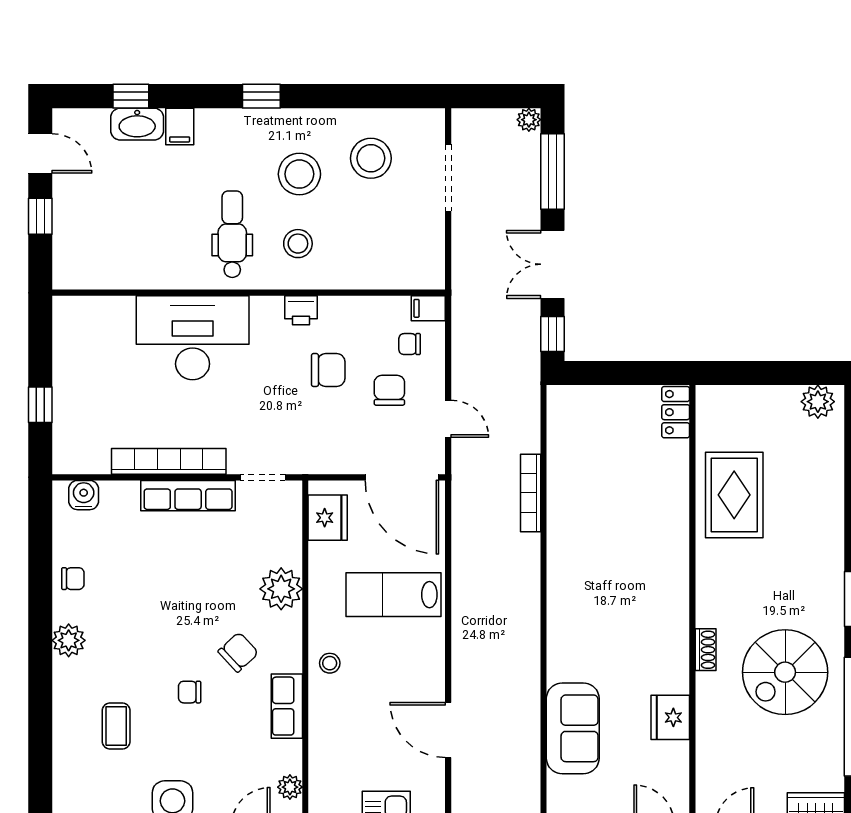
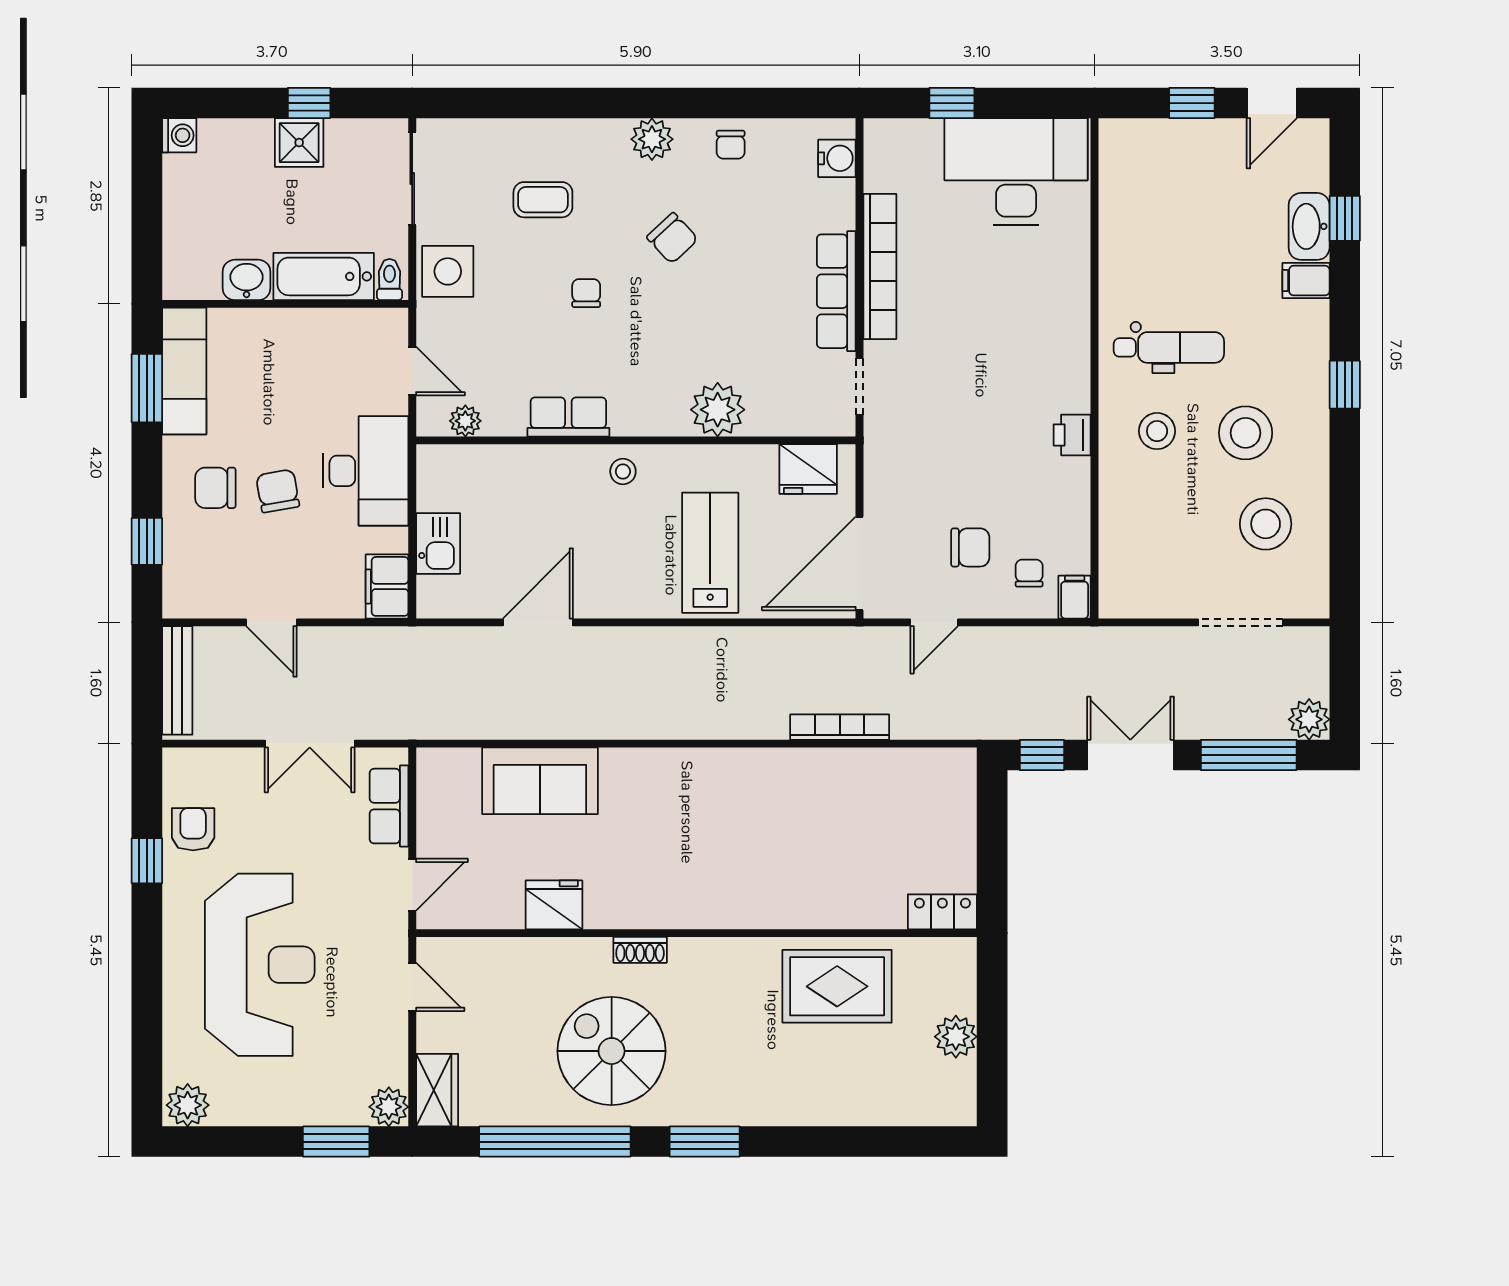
plant: (529, 120) -> (1309, 719), width x1.38, depth x1.38
desk: (193, 338) -> (1016, 172), moved, turned -90
chair: (328, 370) -> (996, 470), removed
plant: (818, 402) -> (956, 1037), moved
chair: (238, 652) -> (672, 238), moved

